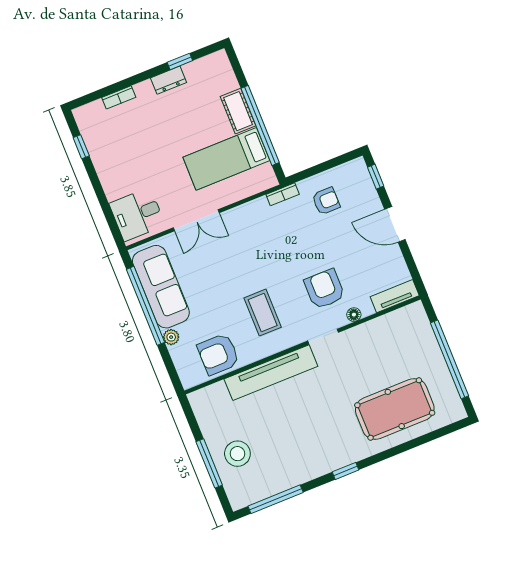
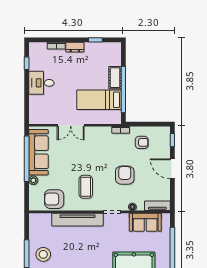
dresser: (168, 80) -> (75, 47), moved
desk: (137, 214) -> (41, 83), moved
armchair: (324, 289) -> (125, 175), moved
sofa: (386, 332) -> (145, 222), added

